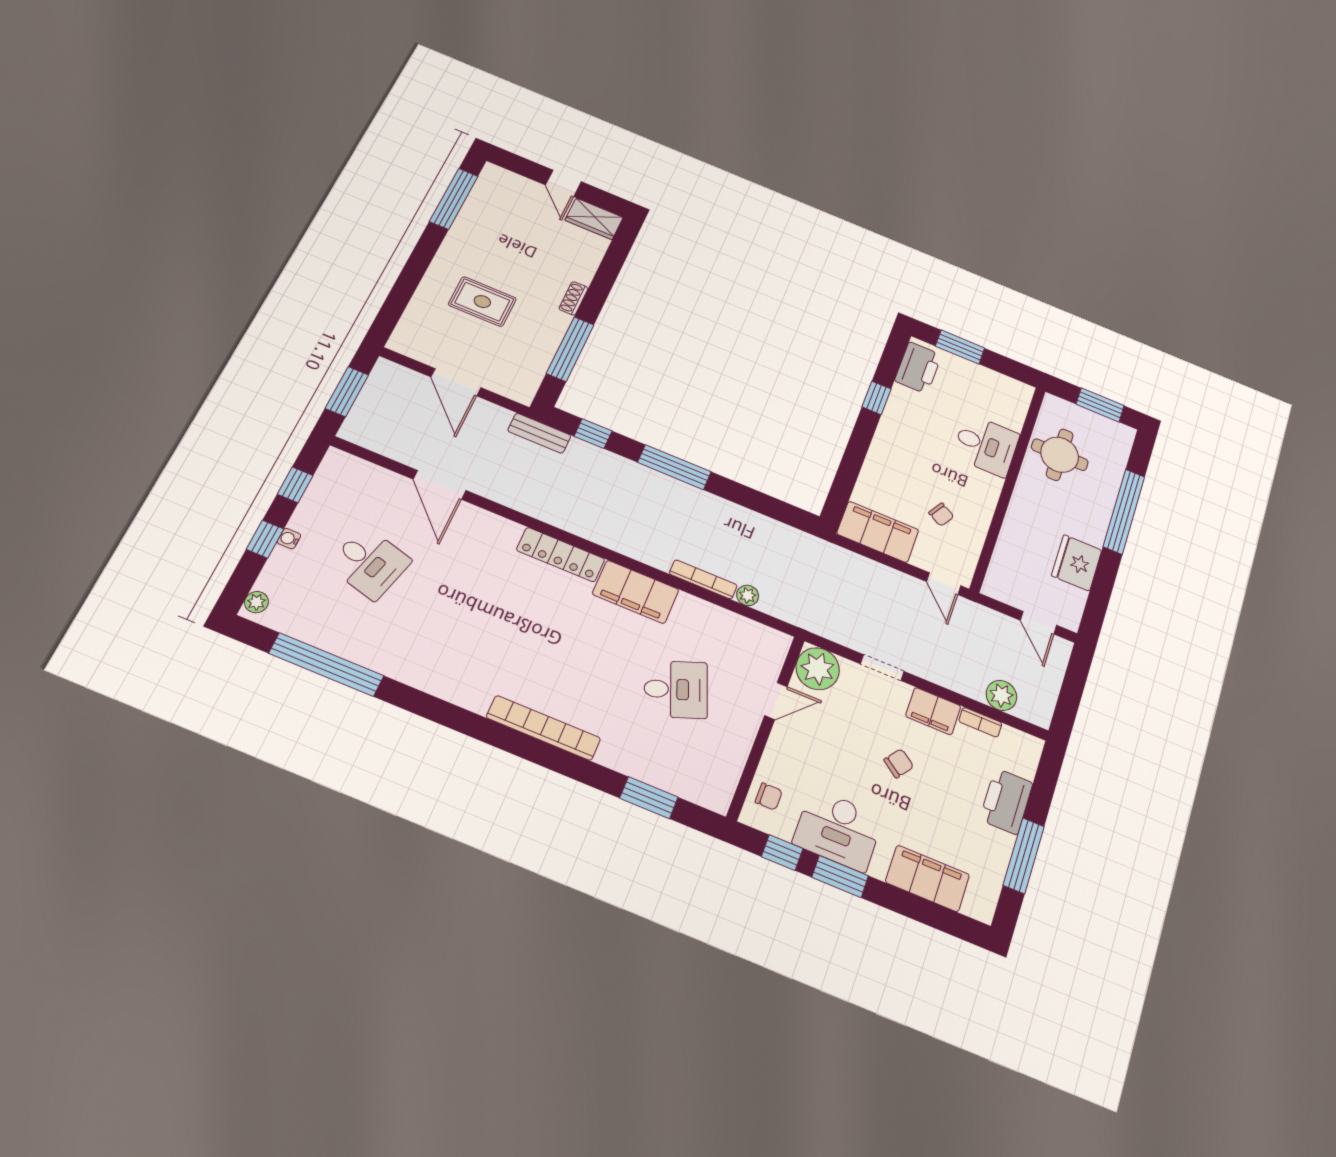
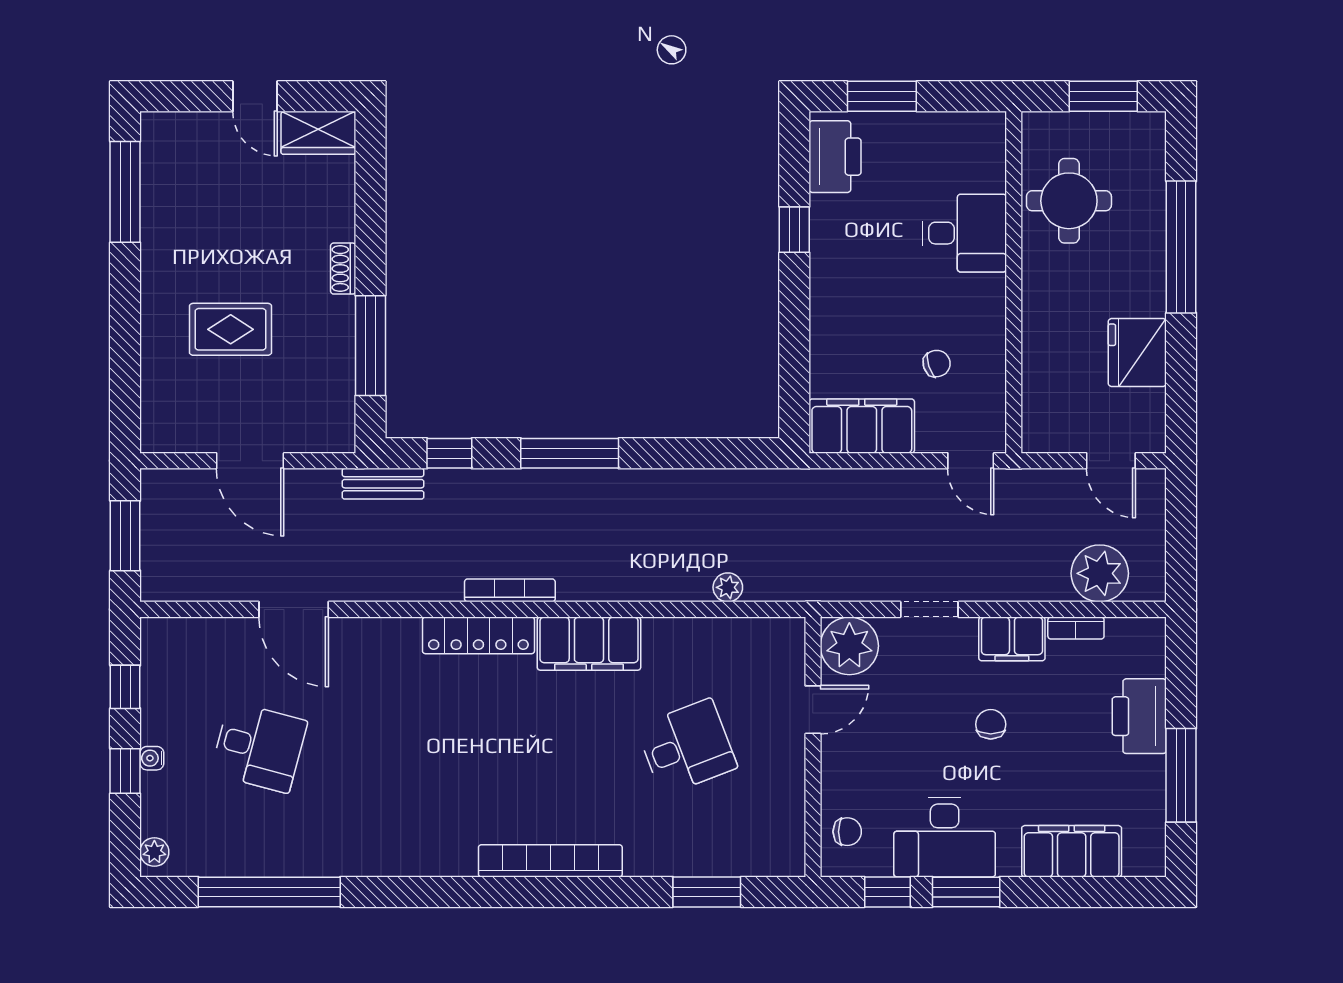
chair: (941, 515) -> (937, 364), turned -48
bookcase: (703, 579) -> (510, 590), moved
plant: (1001, 695) -> (1100, 573), width x1.36, depth x1.36
chair: (899, 763) -> (991, 724), turned -36

